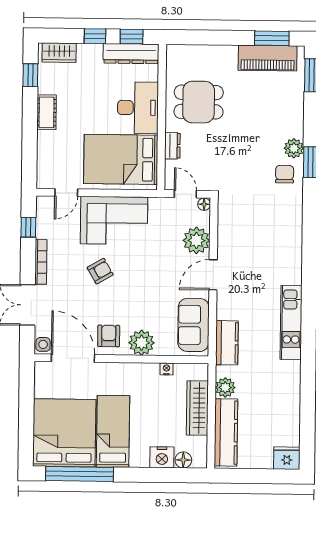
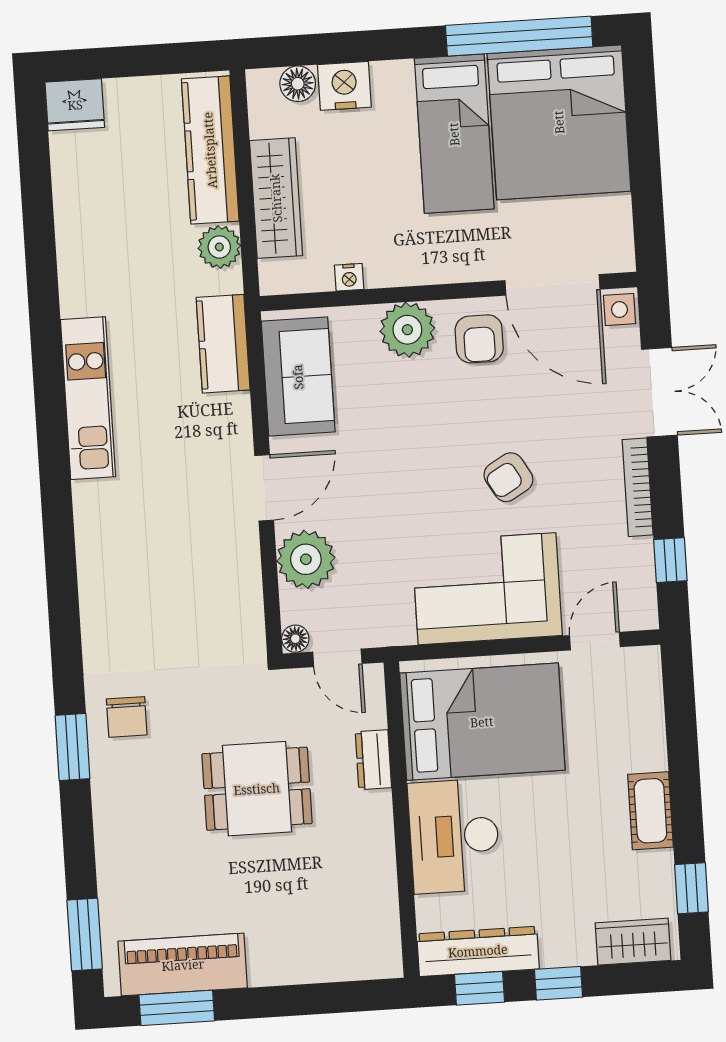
dining table: (199, 102) -> (257, 789), moved
plant: (294, 148) -> (111, 774), removed

